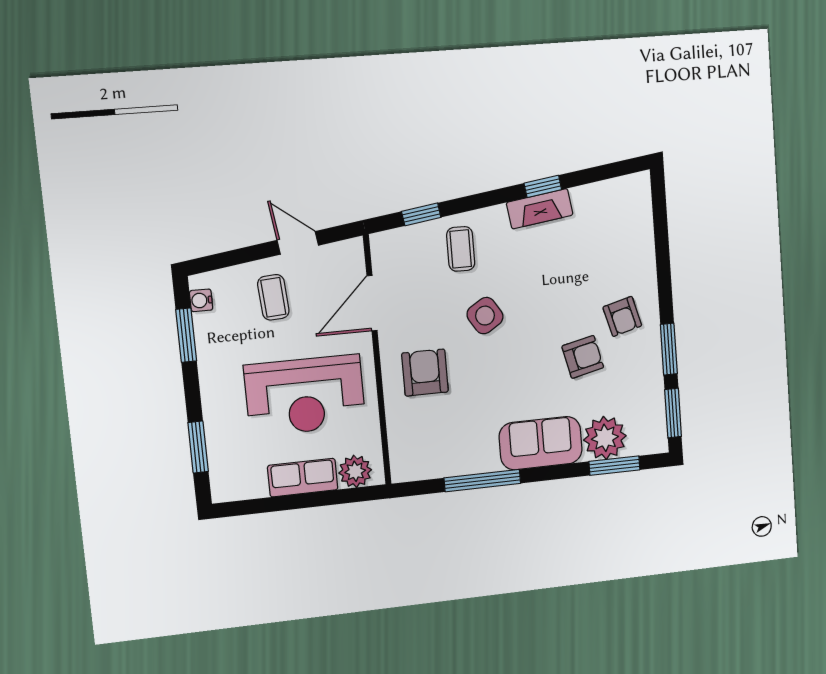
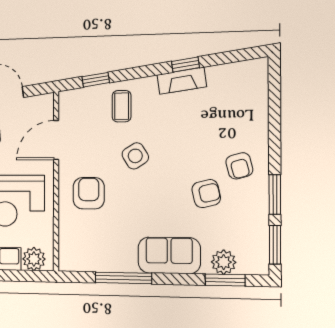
plant: (605, 438) -> (224, 262), width x0.73, depth x0.73

